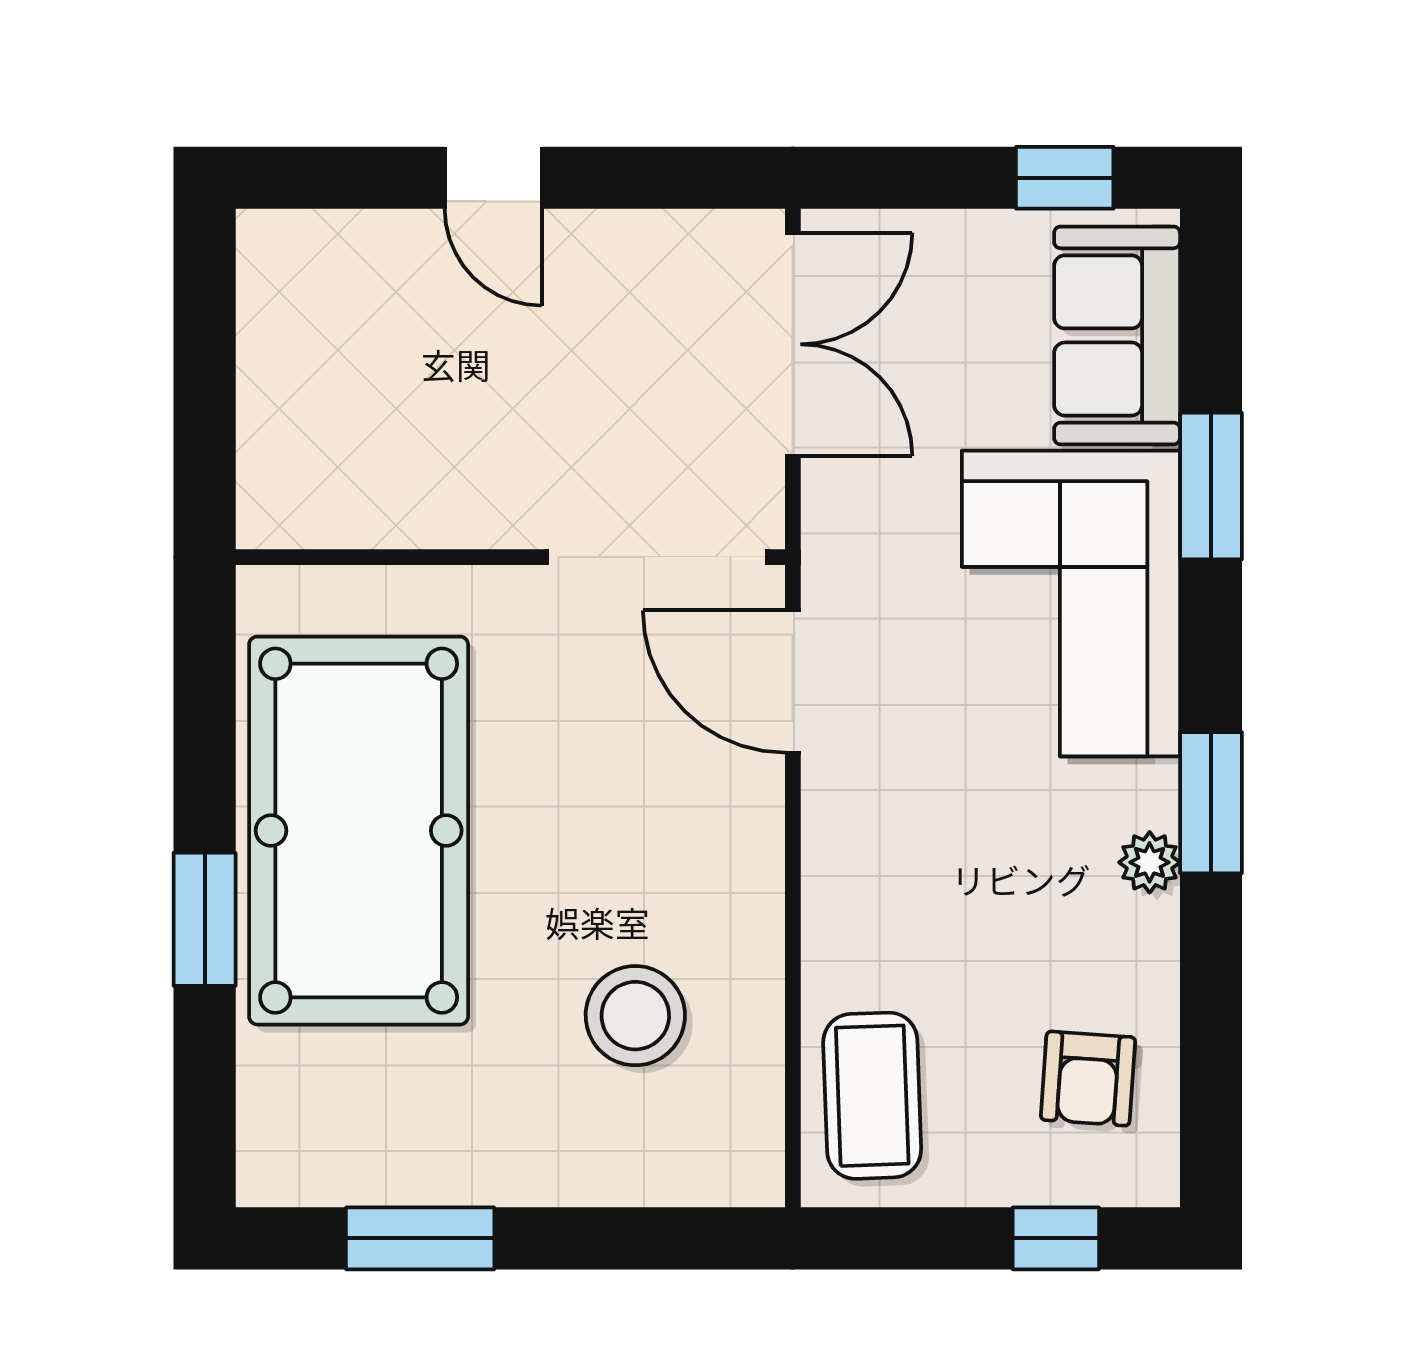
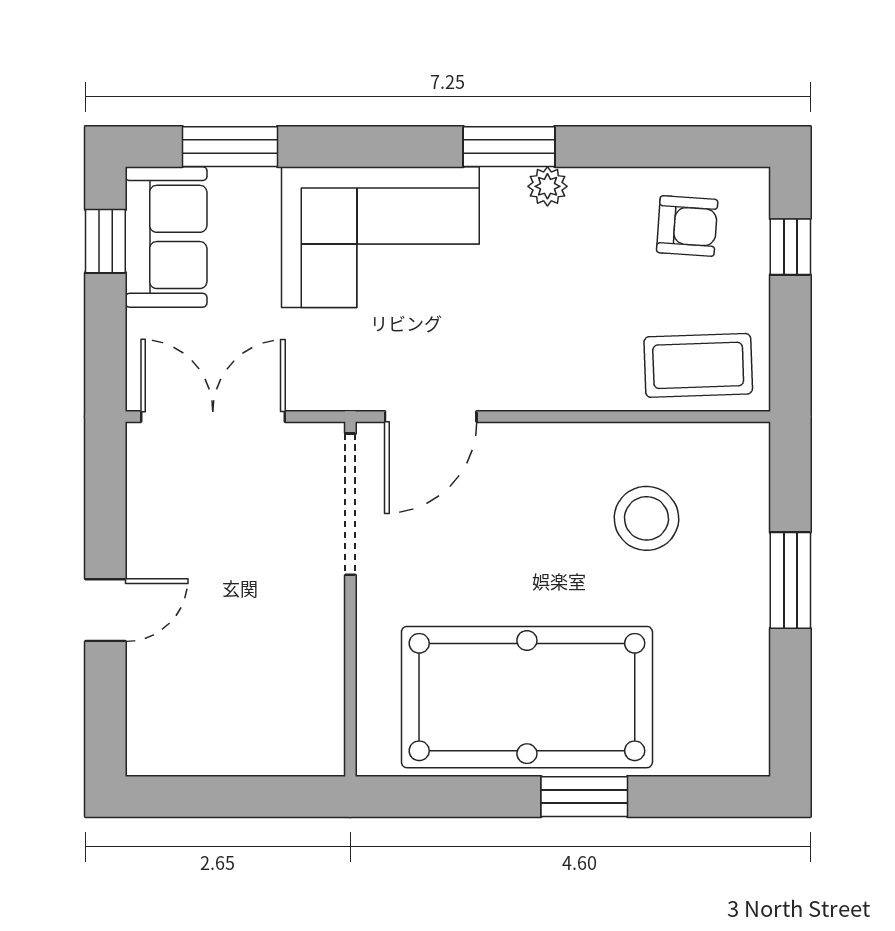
sofa: (1117, 335) -> (166, 237), moved, turned -90
window: (1211, 486) -> (230, 147), moved
window: (420, 1238) -> (790, 580), moved

